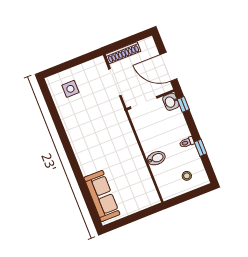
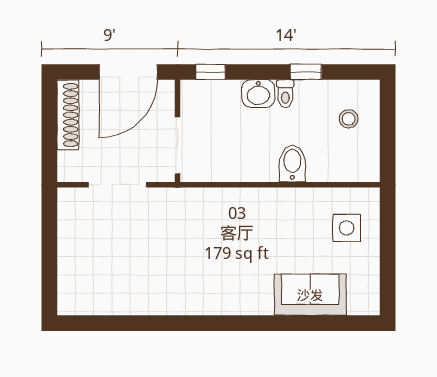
shoe rack: (123, 53) -> (68, 115), moved
side table: (70, 89) -> (347, 228), moved
washbasin: (171, 102) -> (258, 93), moved
sofa: (102, 196) -> (310, 295), width x0.73

